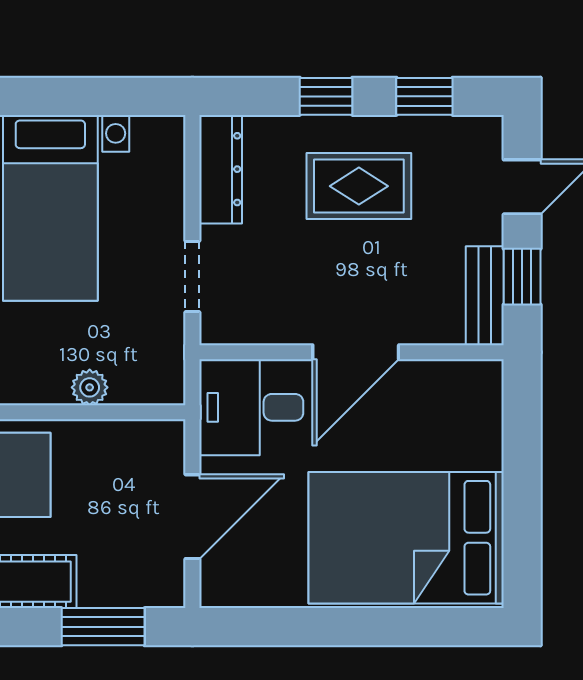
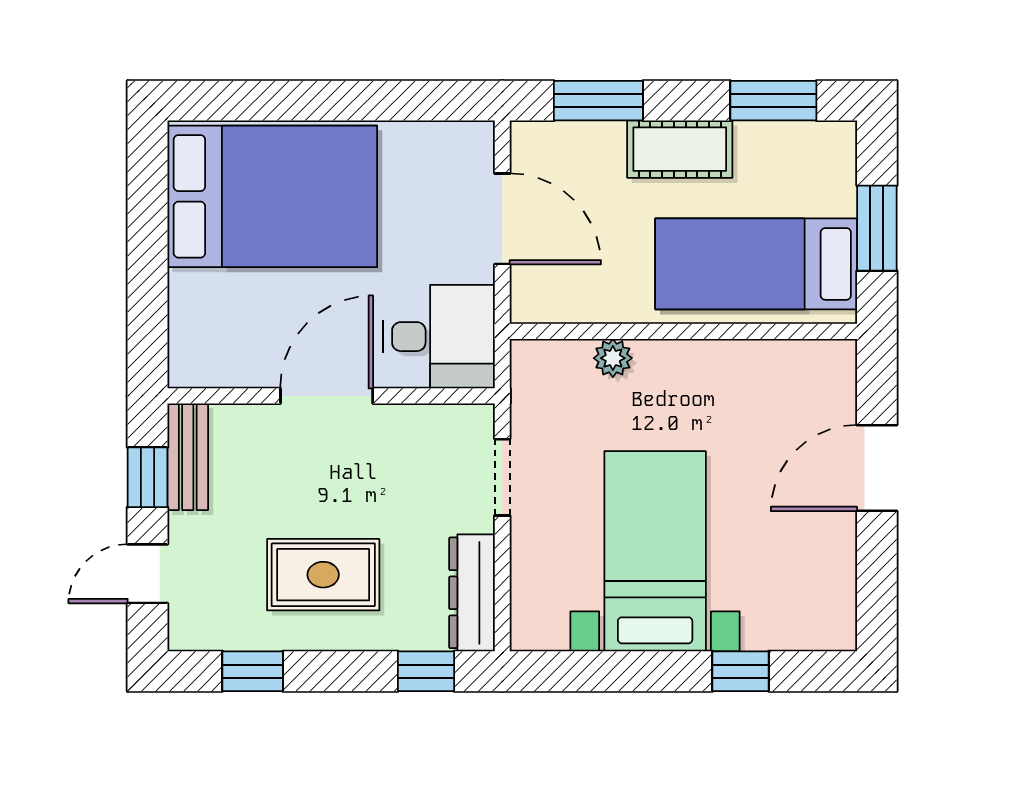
window: (326, 96) -> (426, 671), moved
door: (192, 517) -> (502, 219), swing flipped

